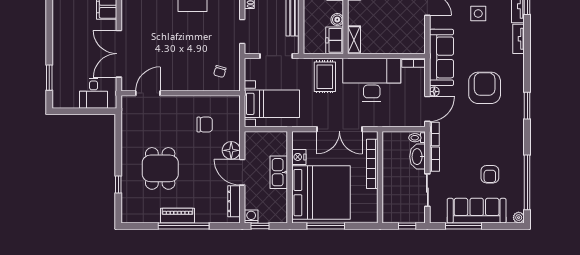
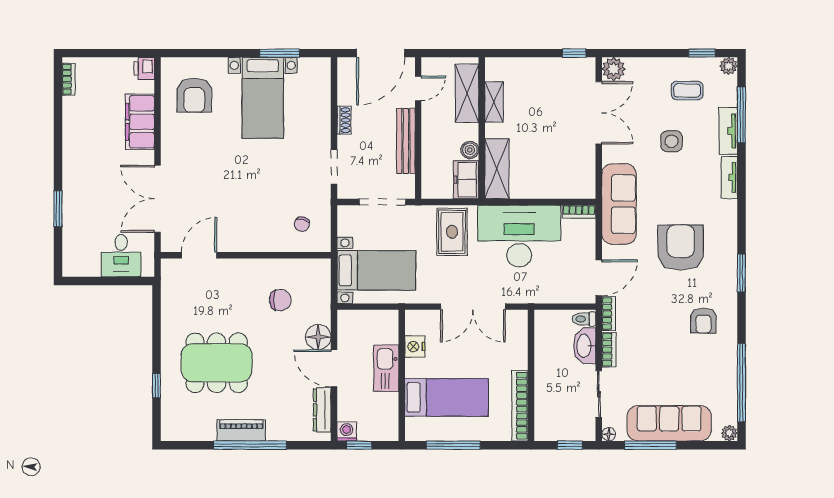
shelving: (354, 40) -> (497, 169), width x1.50, depth x1.33
window: (49, 78) -> (58, 209), moved
floor lamp: (434, 92) -> (609, 434), moved
bookcase: (372, 164) -> (520, 406), moved
dining table: (160, 168) -> (217, 363), width x1.38
armchair: (490, 174) -> (703, 321), moved
bed: (321, 193) -> (447, 397), width x0.49

